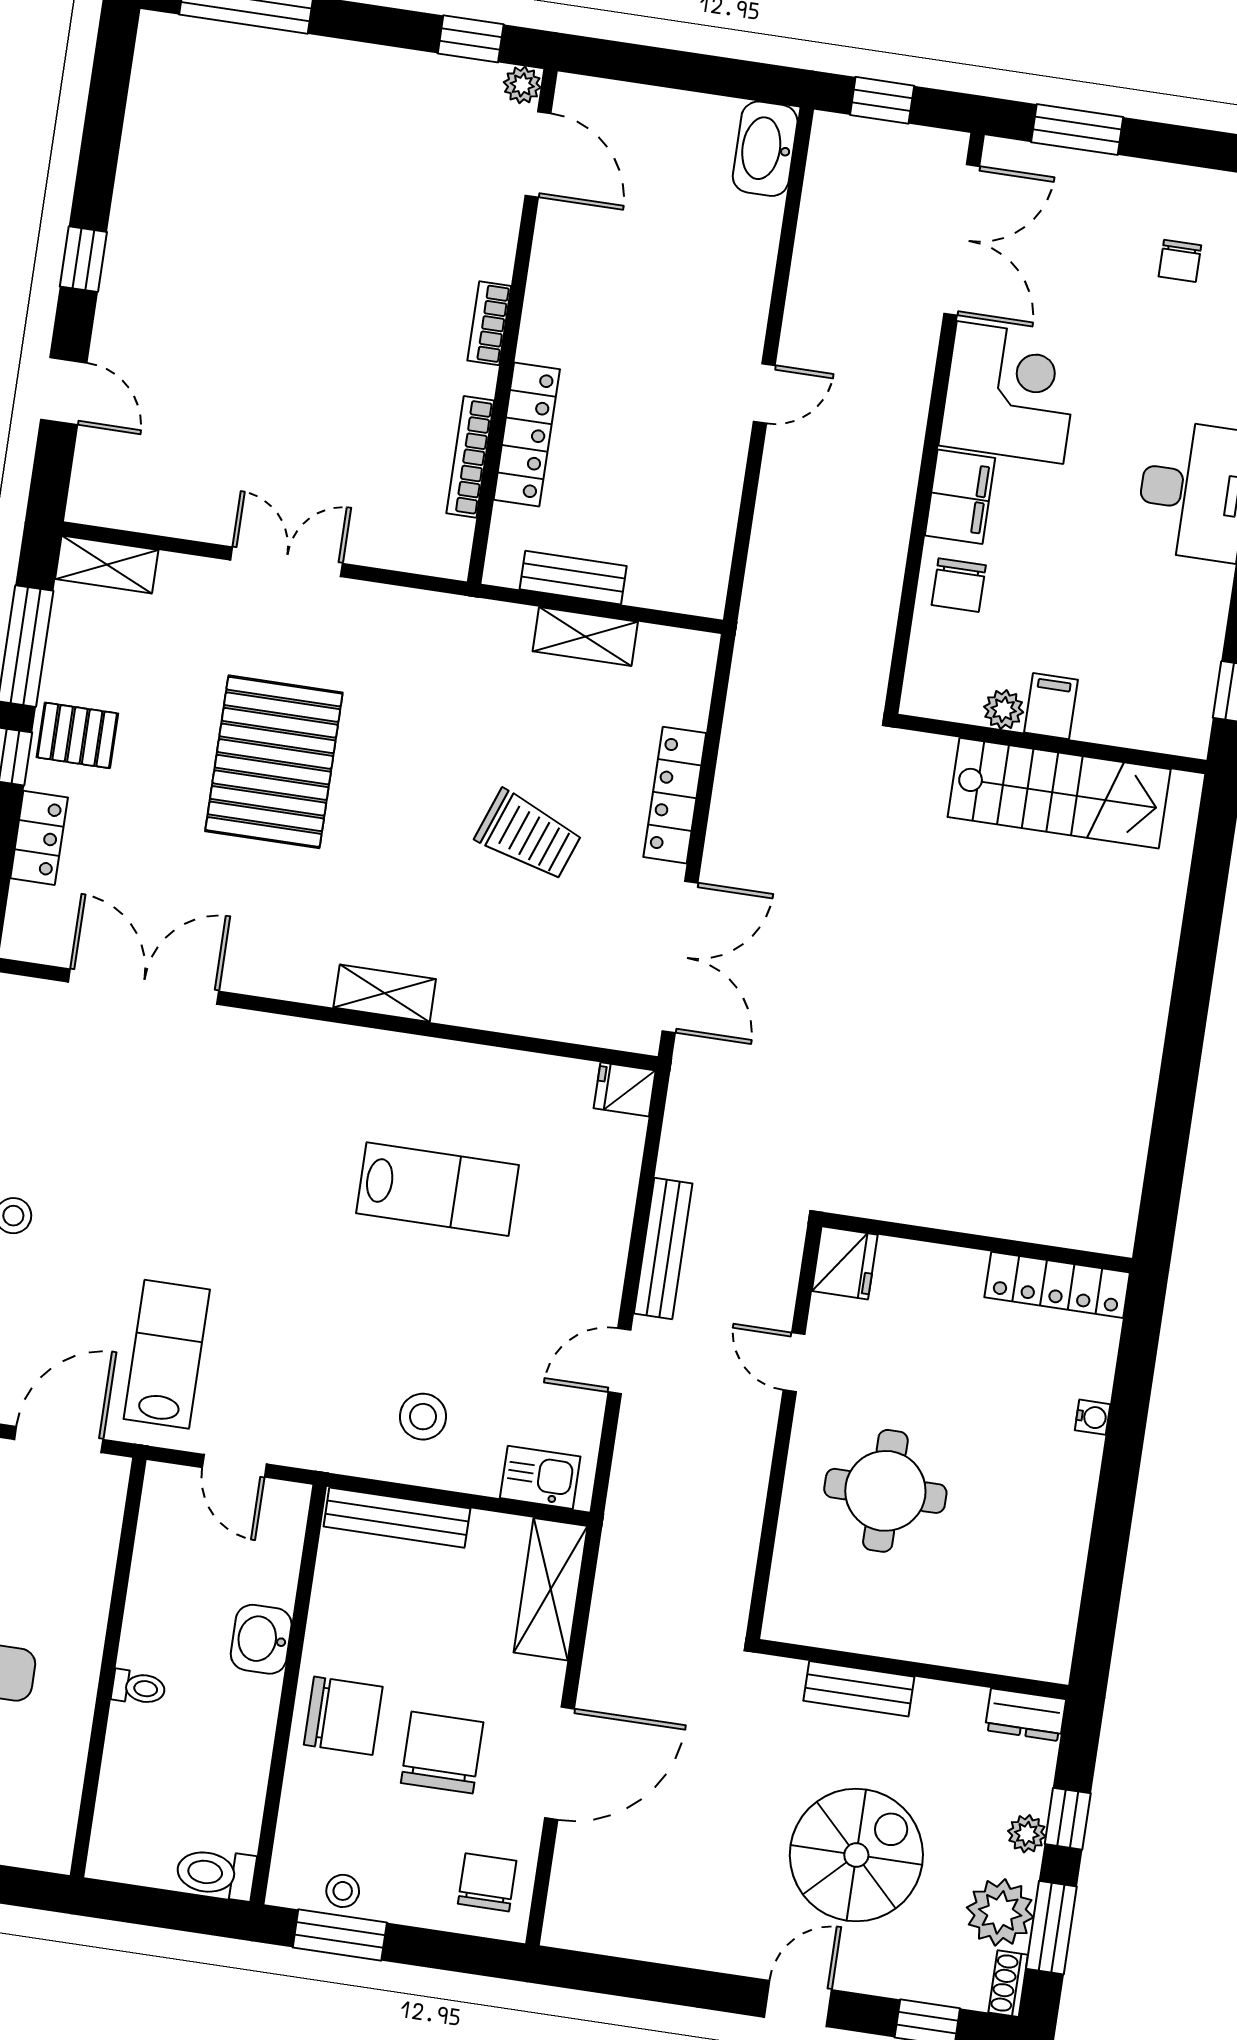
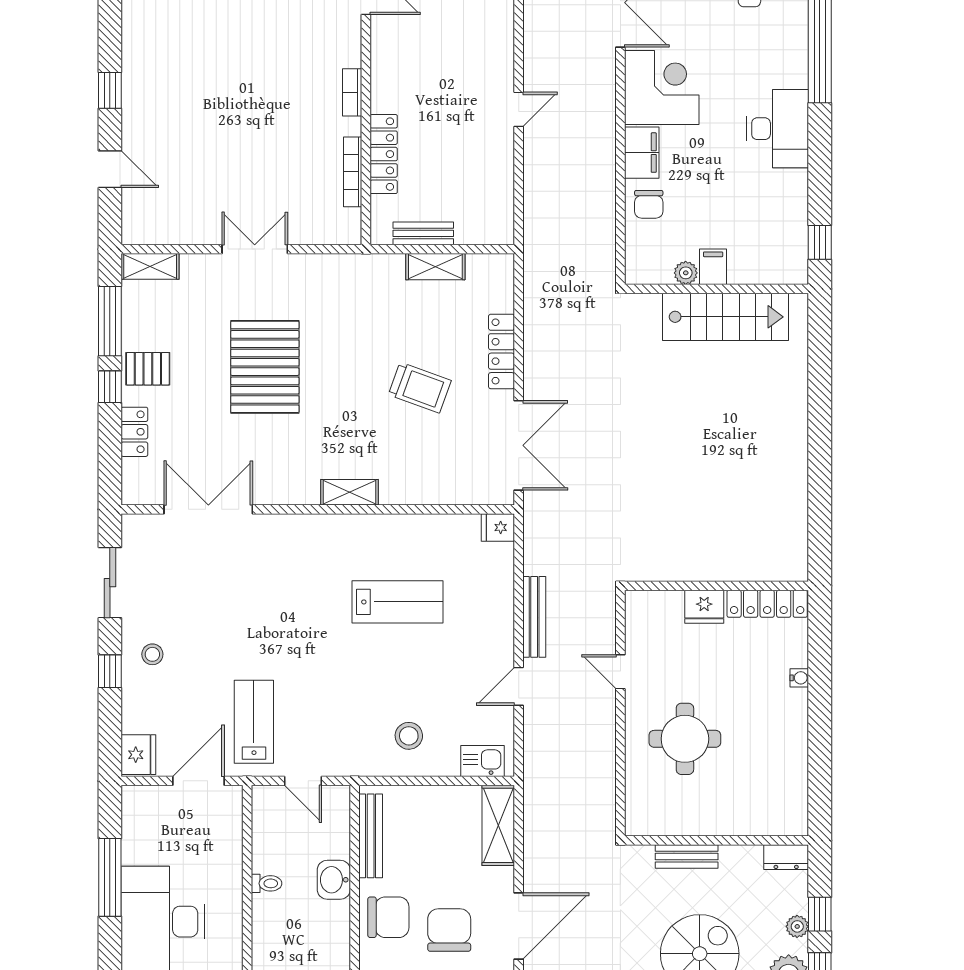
fridge: (845, 1263) -> (704, 607), moved, turned 90
bench: (397, 1518) -> (371, 836), moved, turned 90
toilet: (139, 1688) -> (267, 883), moved

